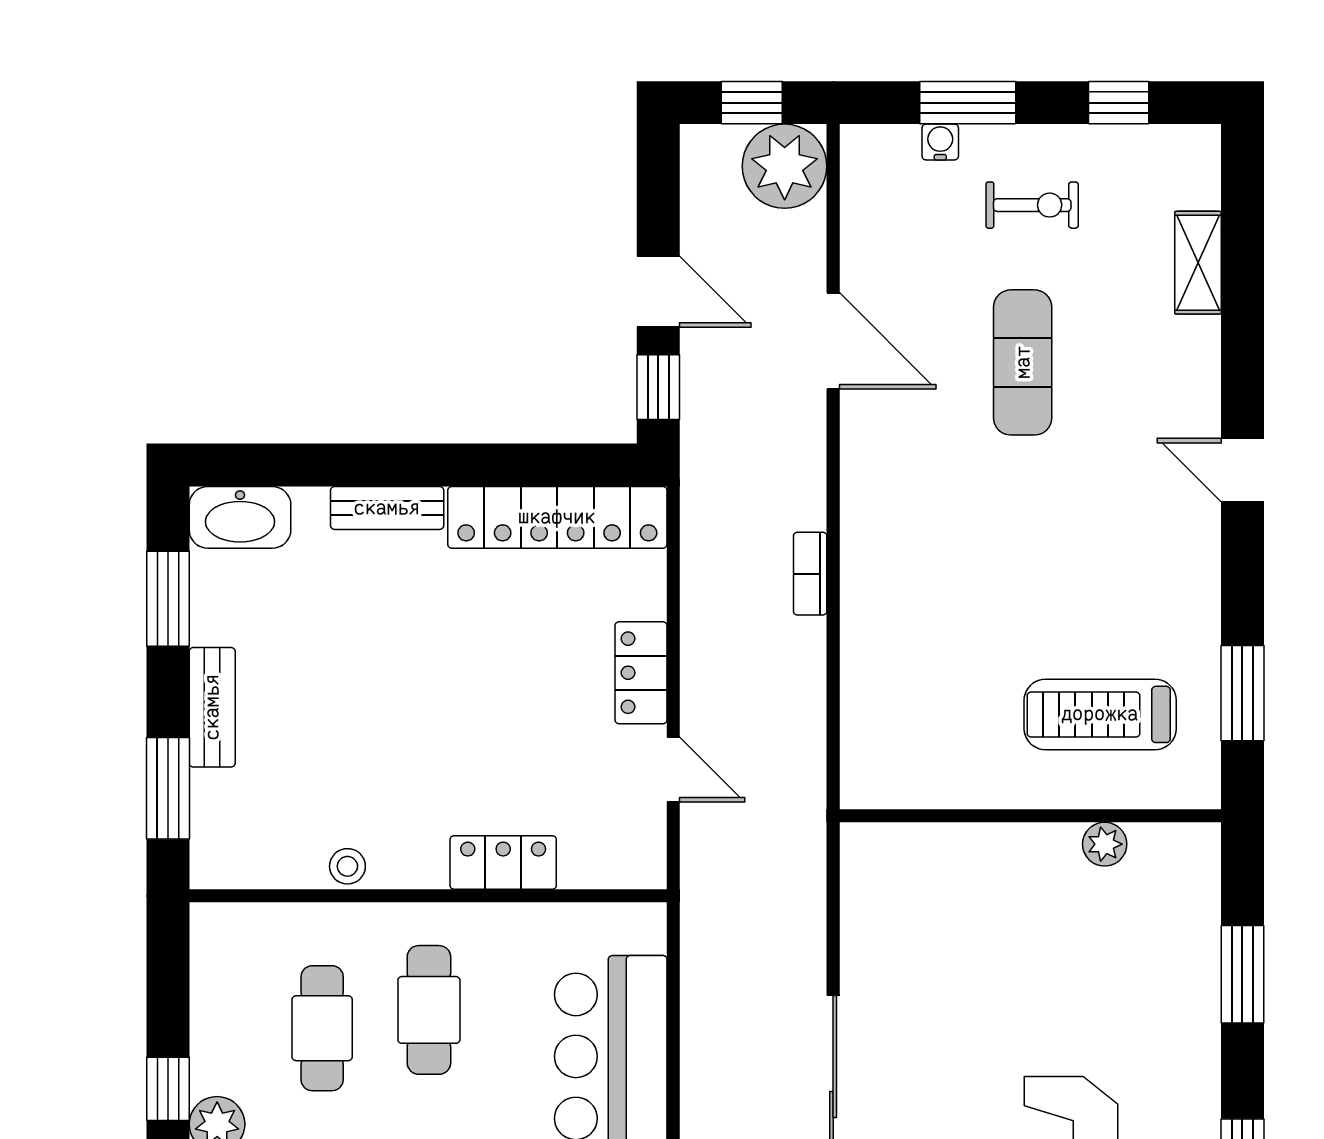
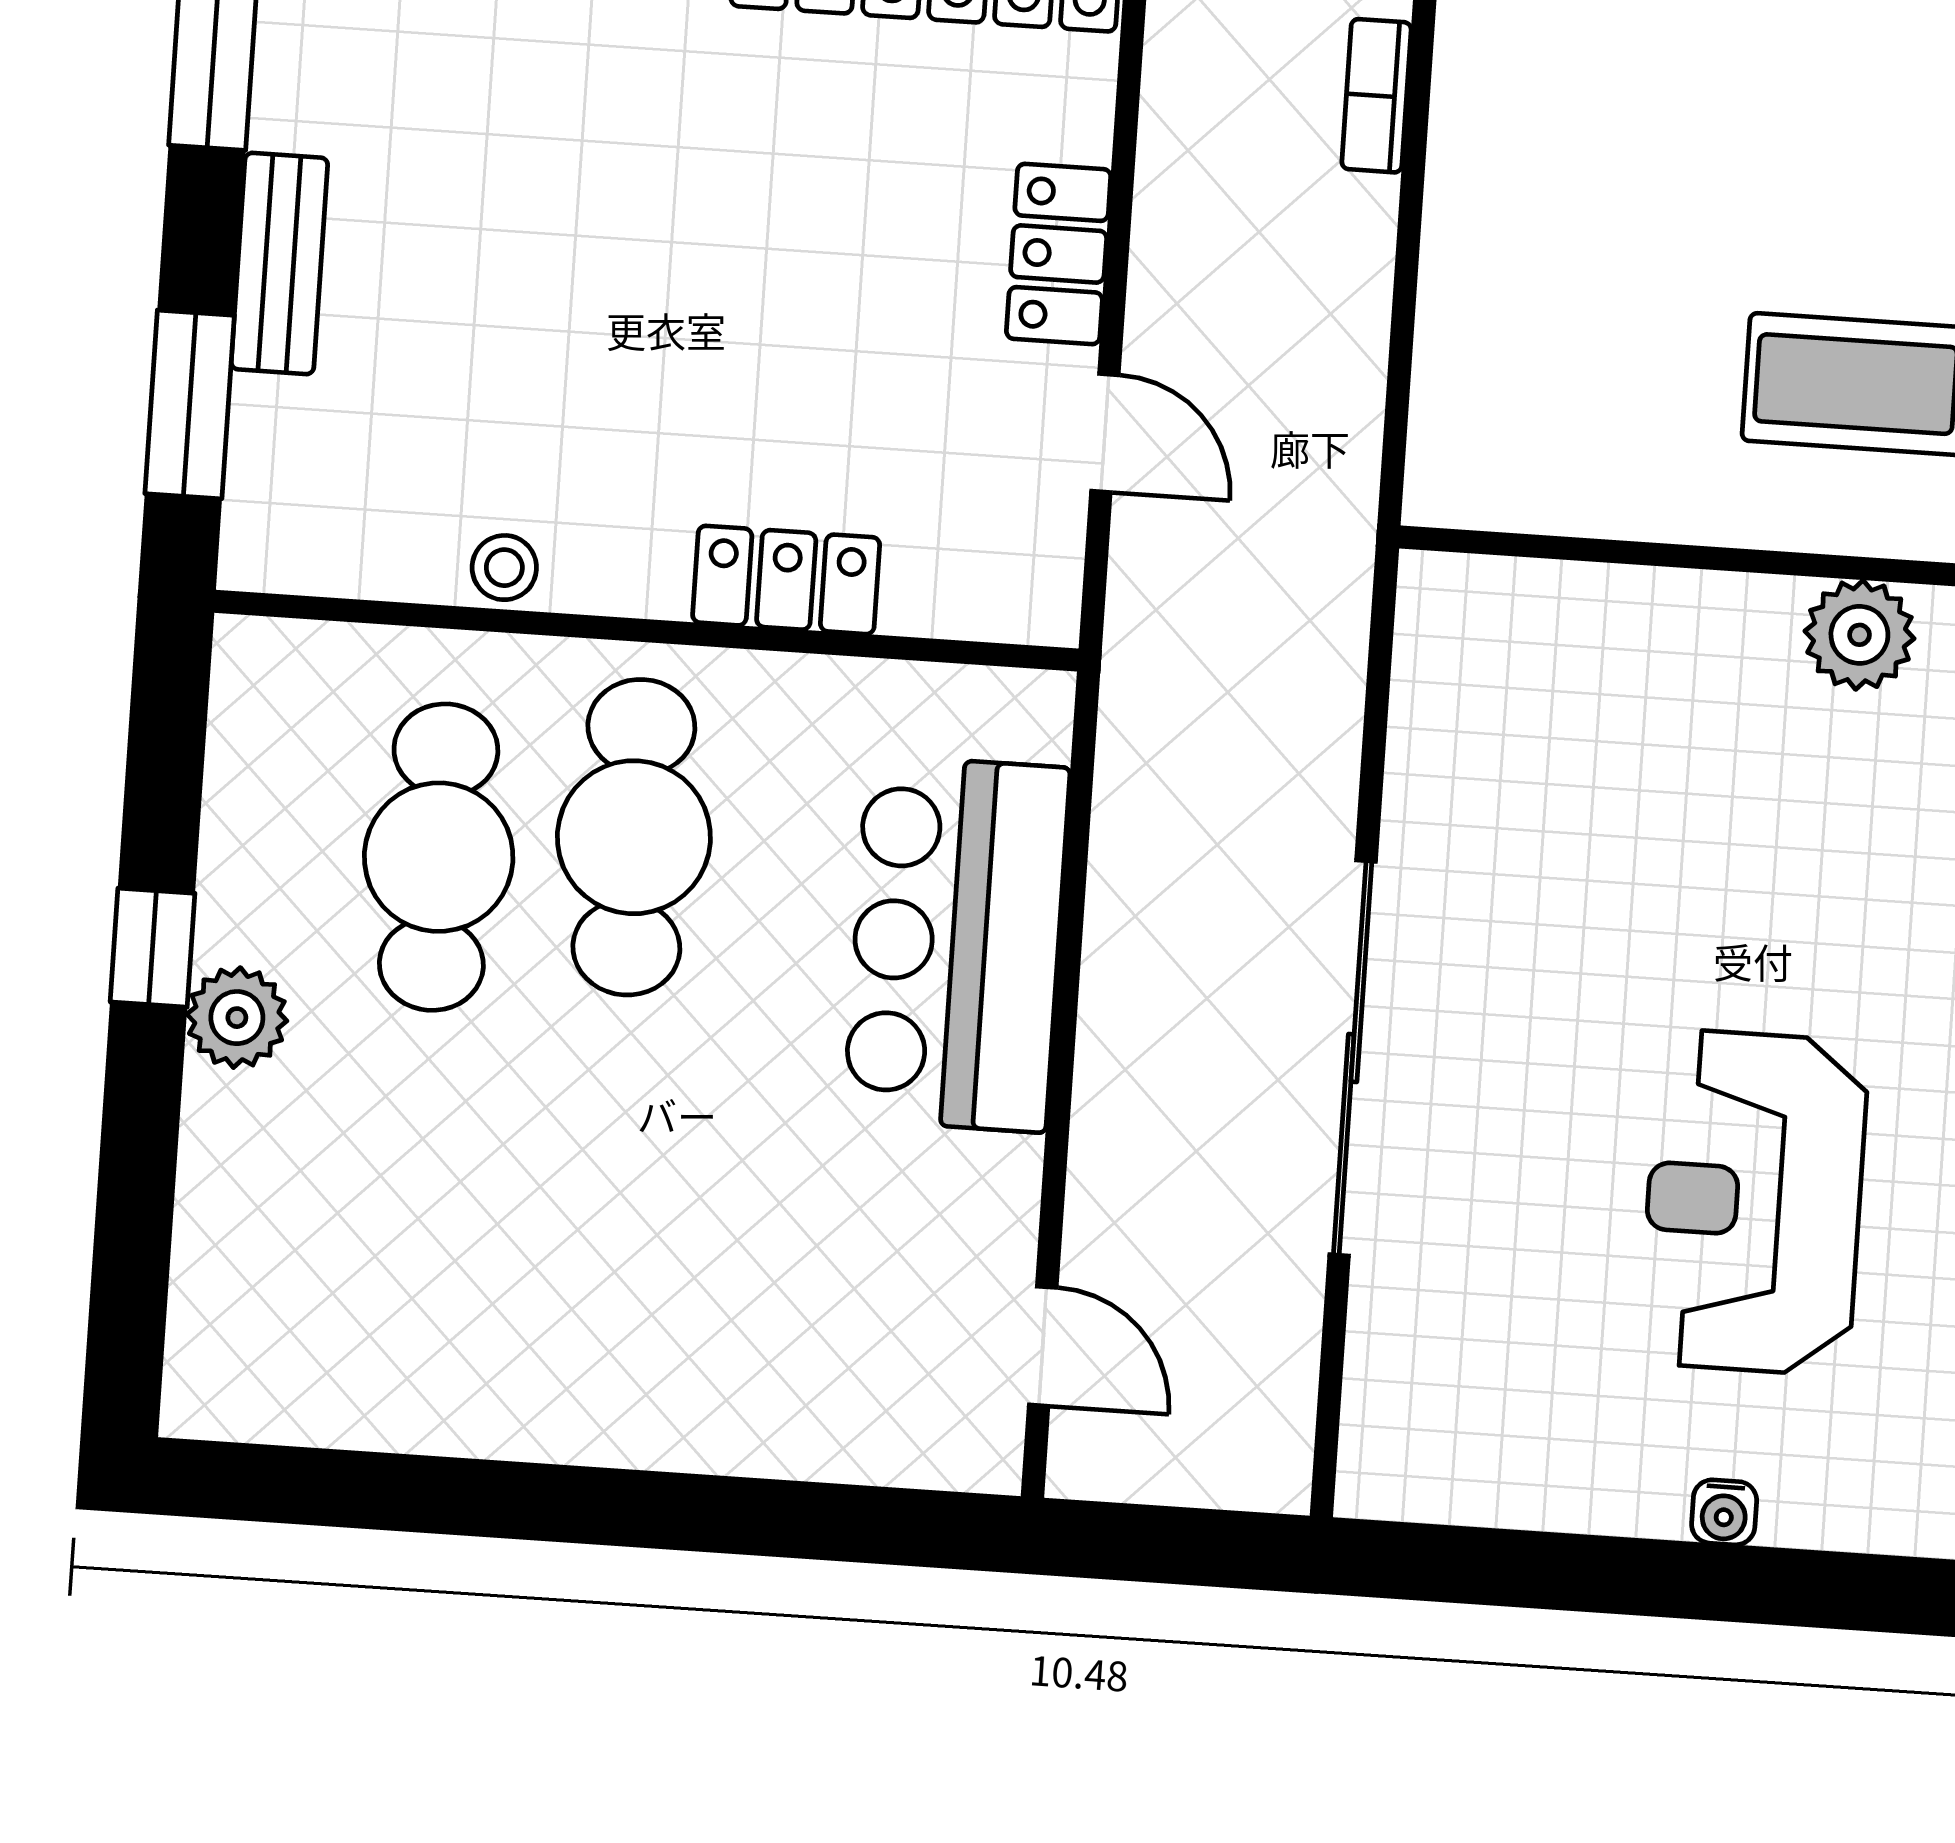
plant: (1105, 844) -> (1859, 635), width x1.38, depth x1.38
cafe table: (429, 1010) -> (634, 837), width x1.37, depth x1.35
cafe table: (322, 1028) -> (439, 857), width x1.37, depth x1.35

